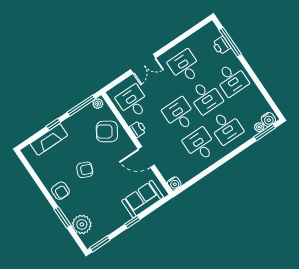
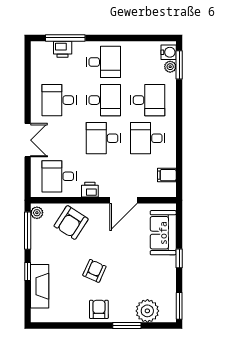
filing cabinet: (184, 175) -> (167, 175), added
water cooler: (174, 183) -> (169, 190), removed
armchair: (60, 191) -> (99, 309), turned -90

